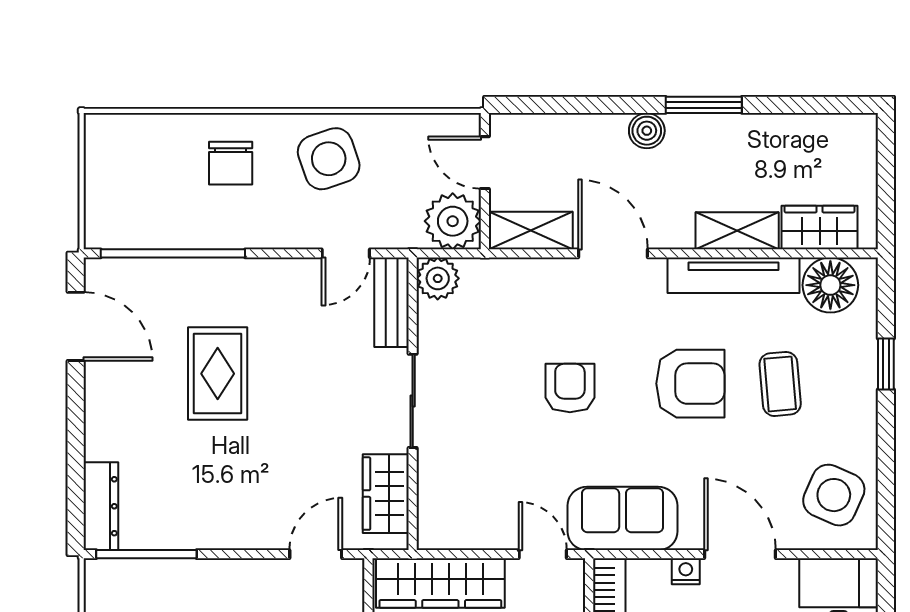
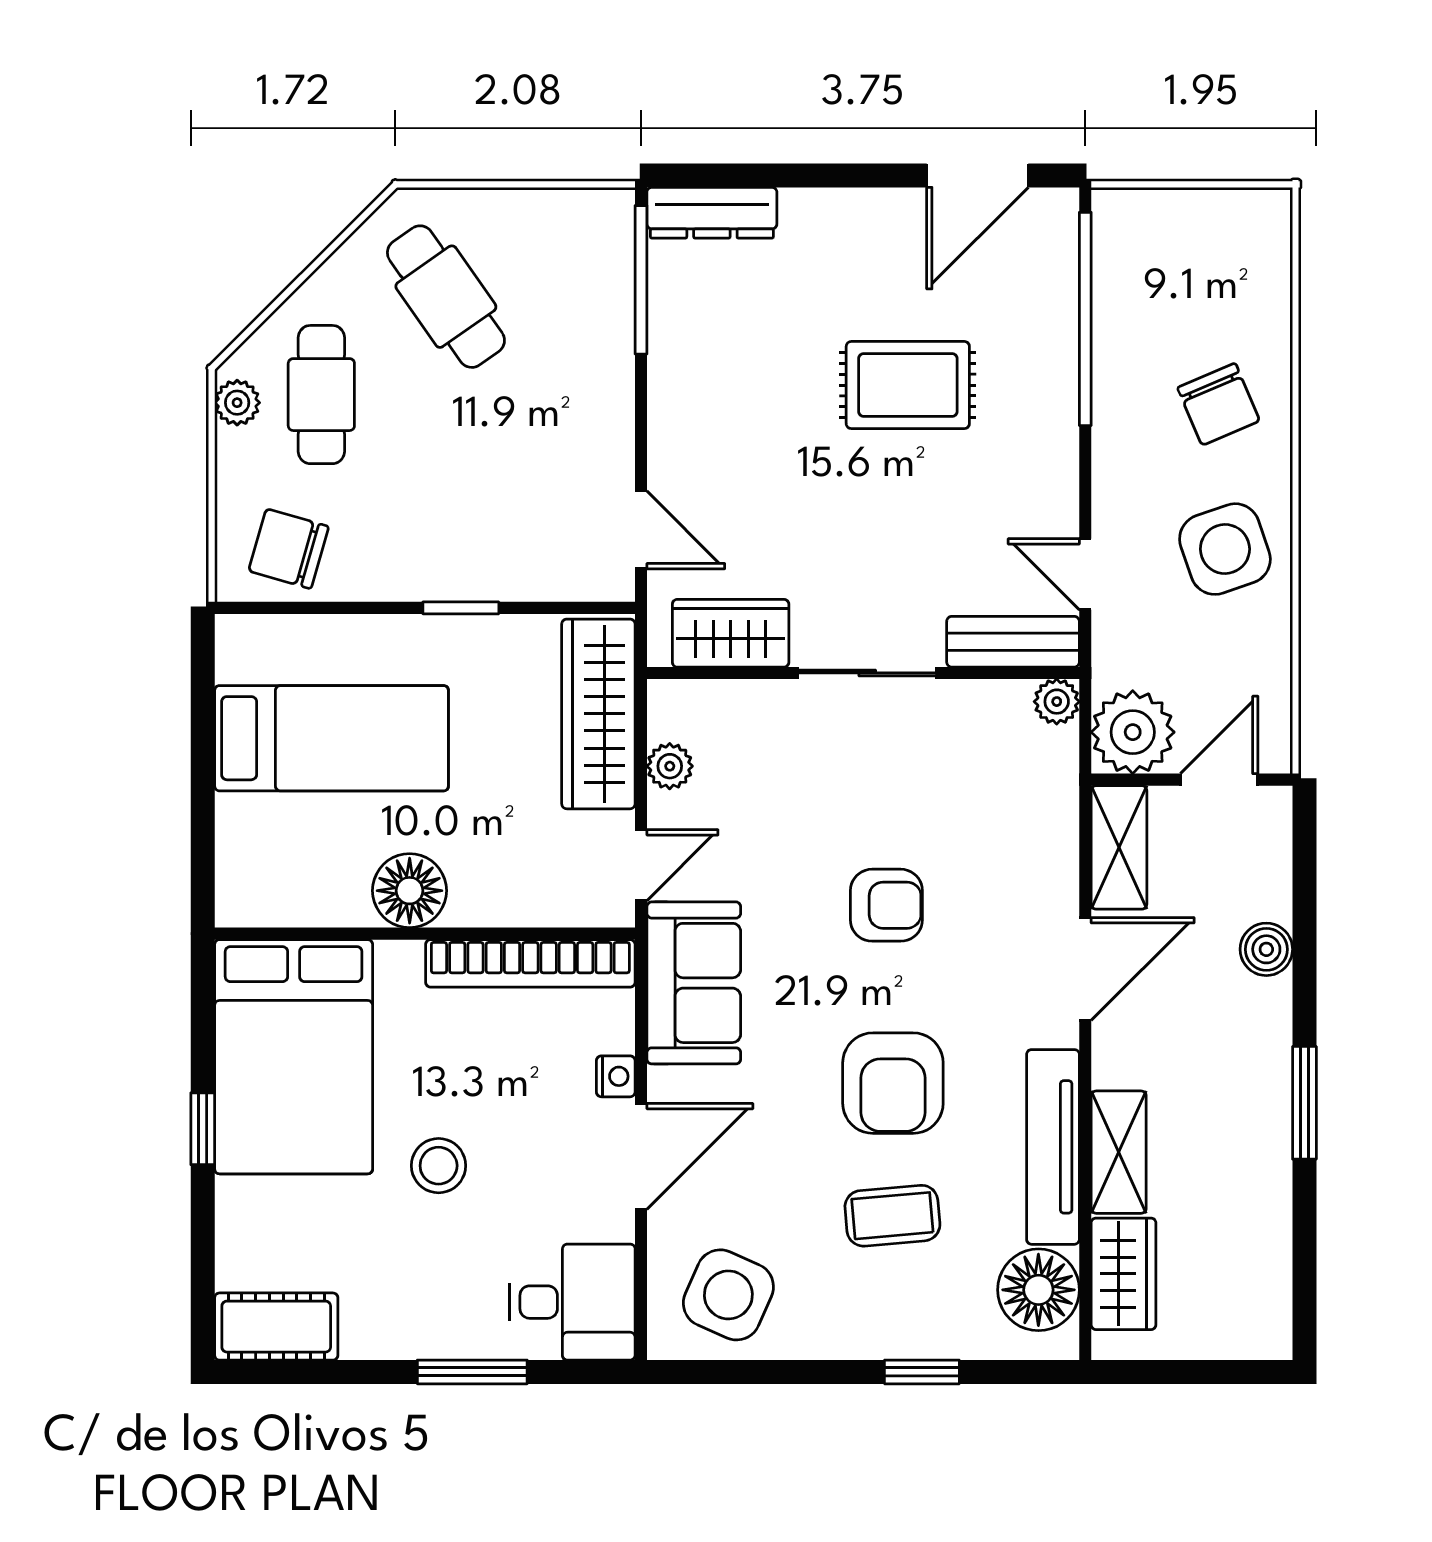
boiler: (647, 131) -> (1266, 949), moved
chair: (231, 163) -> (1219, 404), turned -113
plant: (438, 278) -> (1057, 702), width x0.73, depth x0.73
plant: (476, 535) -> (670, 766), added

